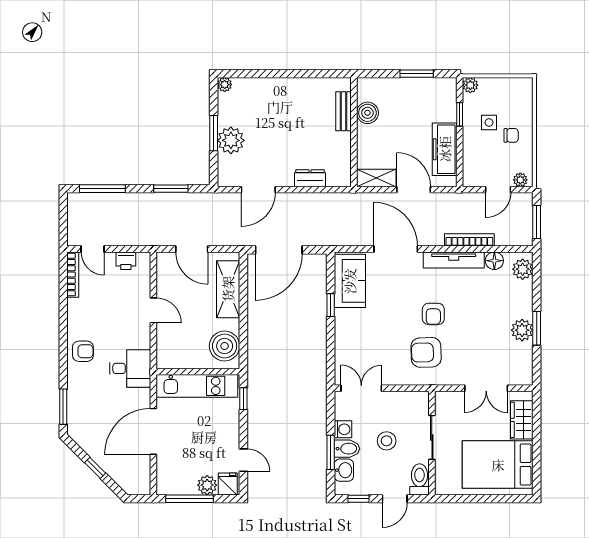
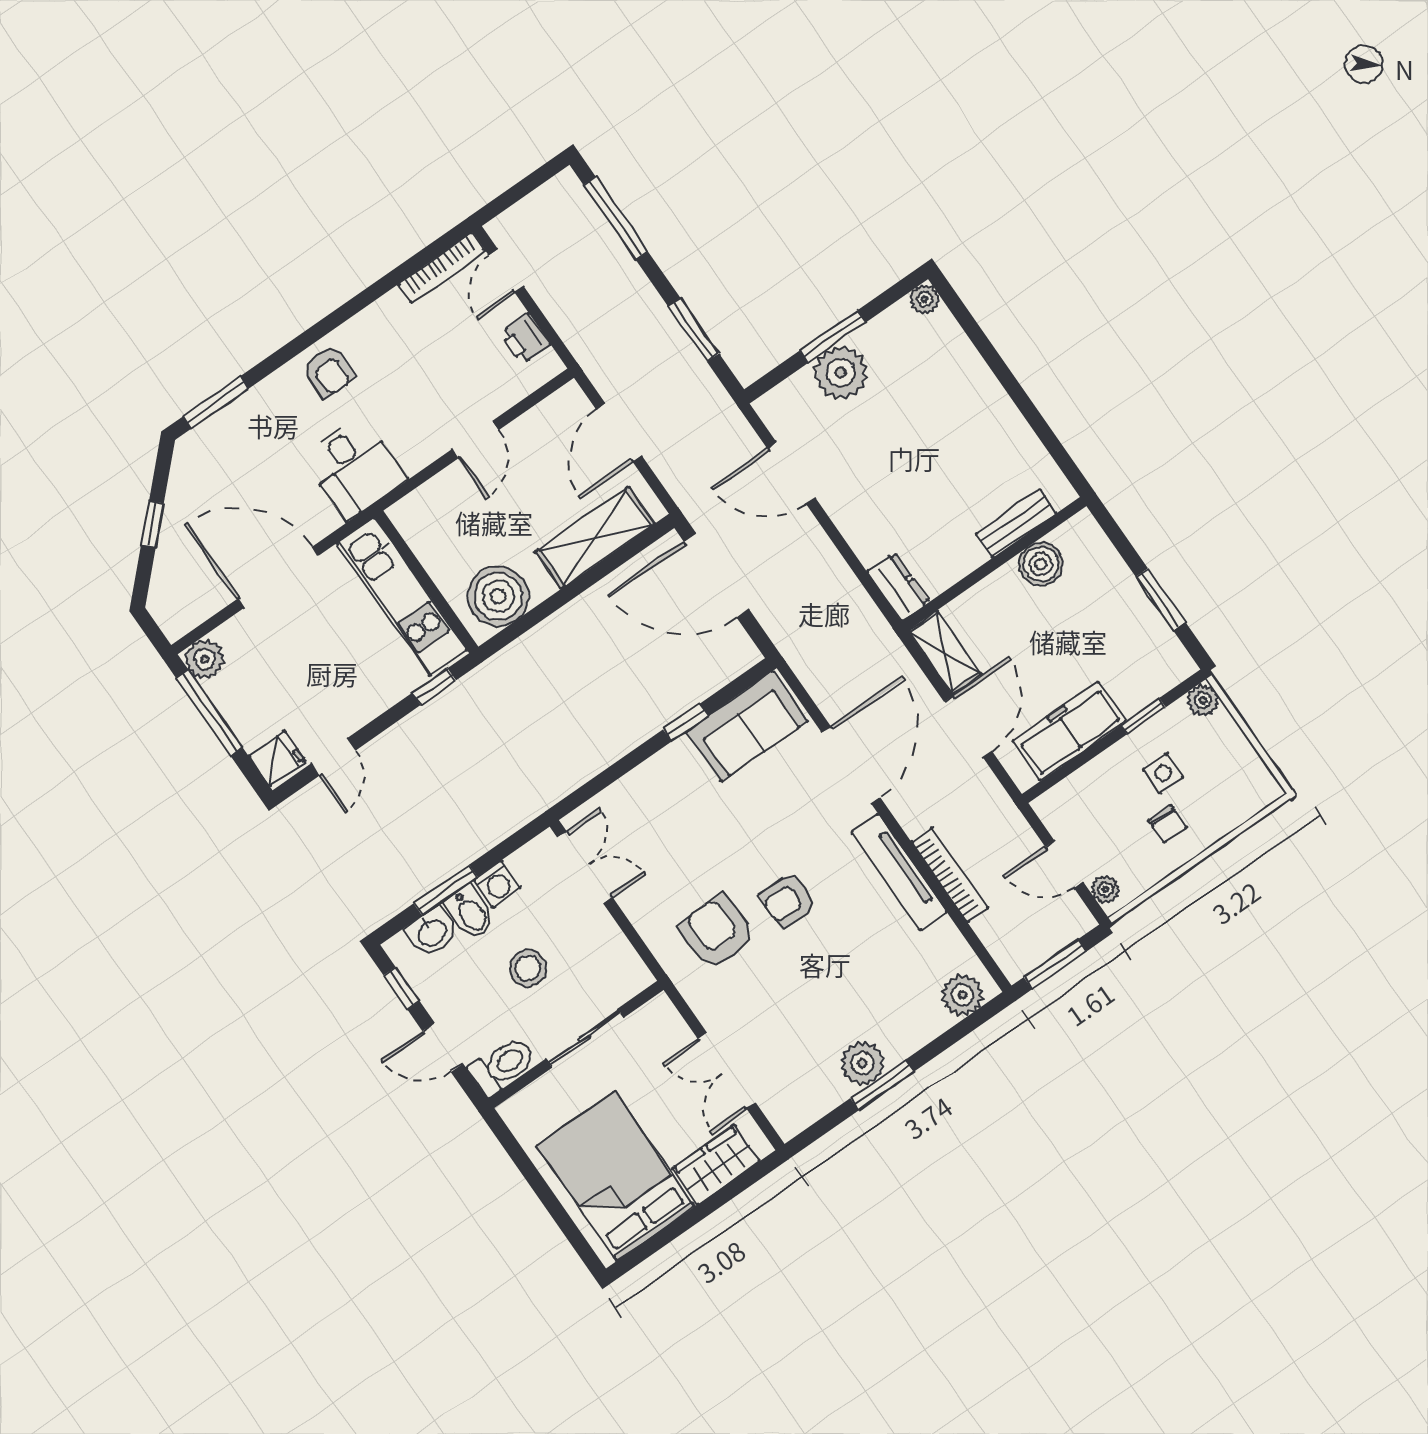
dresser: (310, 178) -> (898, 587), moved
floor lamp: (494, 261) -> (944, 939), removed
plant: (207, 485) -> (205, 659), moved

